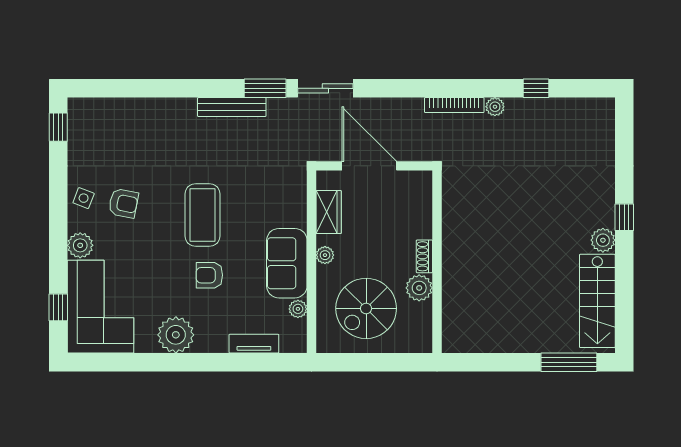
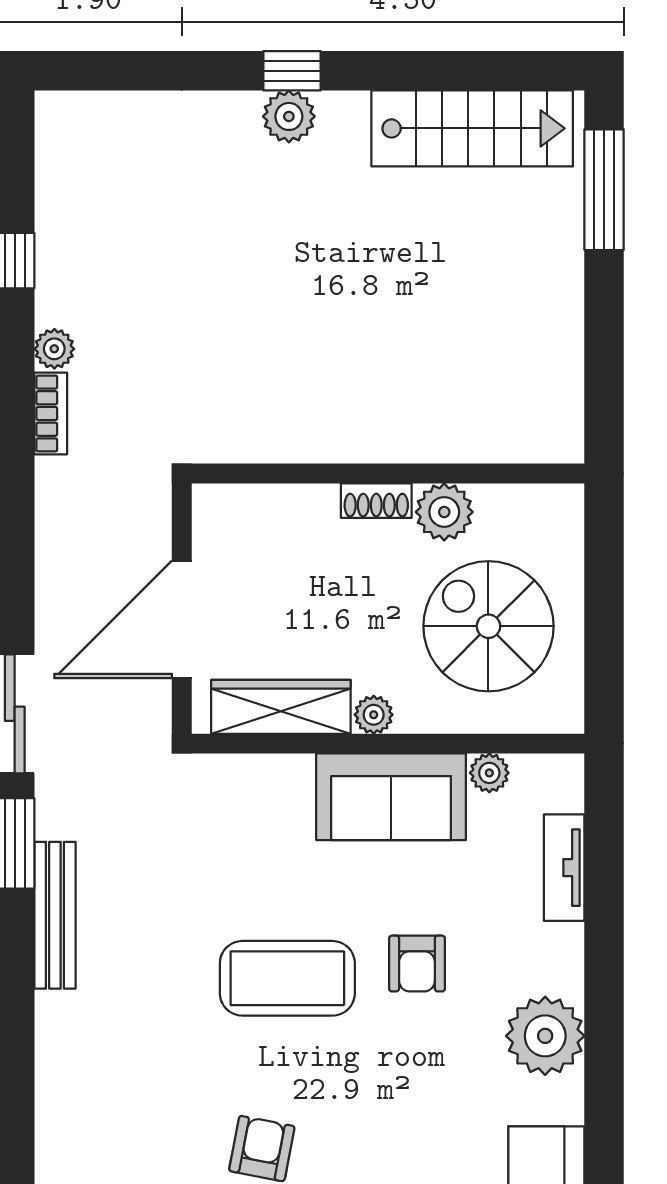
bookcase: (454, 105) -> (51, 413), width x0.64
wardrobe: (329, 212) -> (281, 707), width x1.50
plant: (603, 240) -> (289, 116), moved
spiral stairs: (366, 308) -> (488, 626), turned 180

